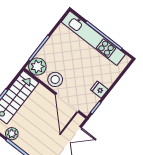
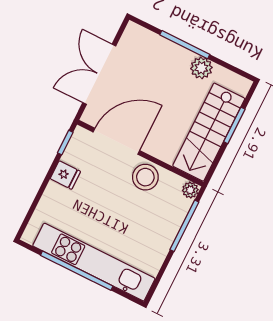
plant: (37, 67) -> (190, 190), width x0.53, depth x0.53
door: (67, 103) -> (116, 141), hinge flipped

